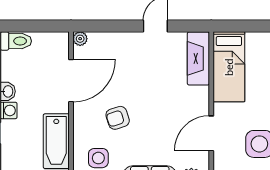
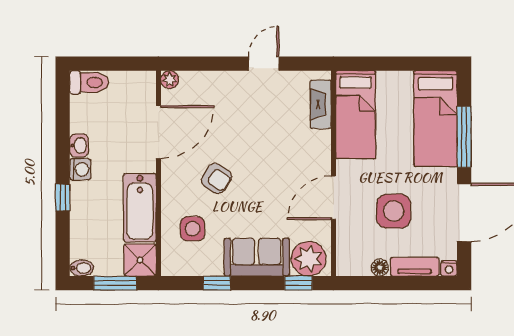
fireplace: (198, 58) -> (321, 104), width x0.73, depth x0.76
armchair: (118, 118) -> (217, 178), turned -129

